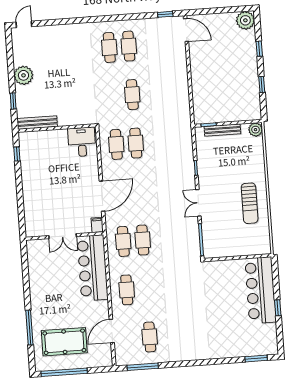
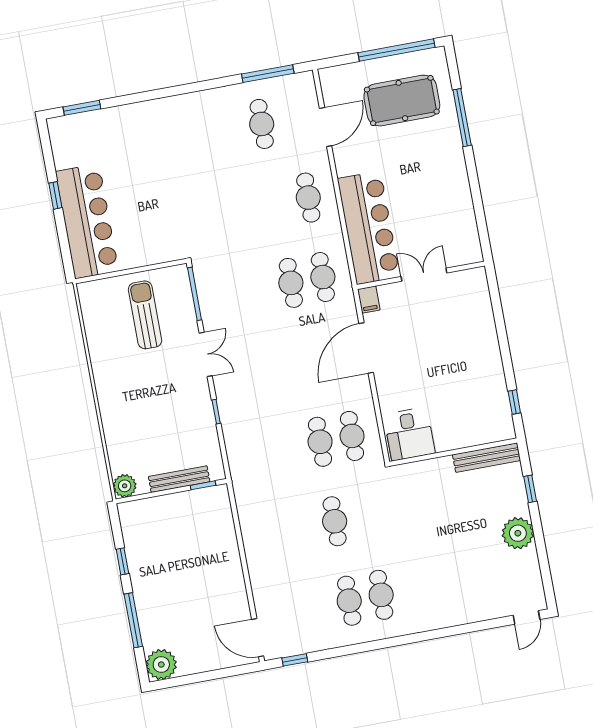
window: (259, 49) -> (133, 620), width x2.17
sun lounger: (250, 203) -> (145, 315), moved

